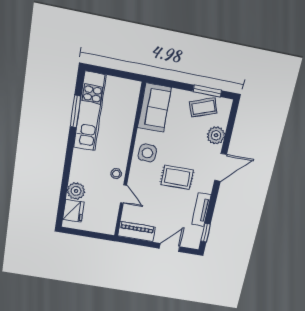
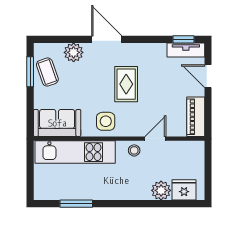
kitchen unit: (90, 112) -> (75, 152), moved, turned 180
tv unit: (201, 210) -> (186, 50), moved

